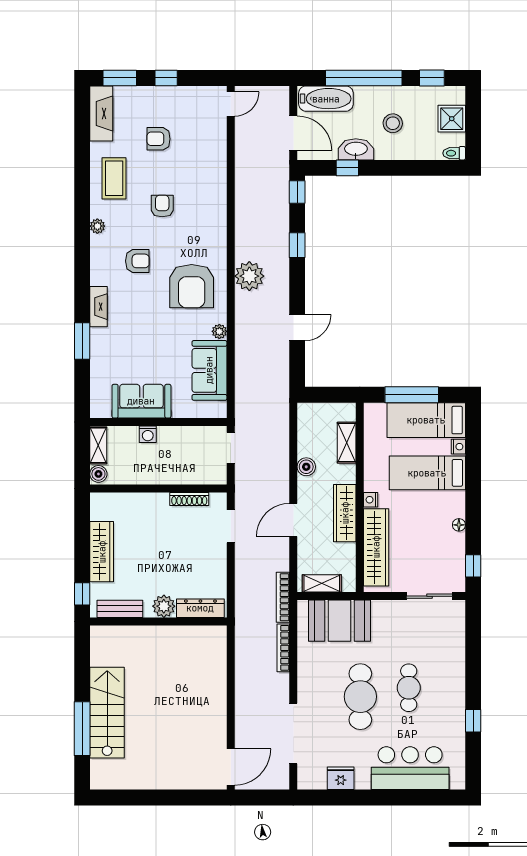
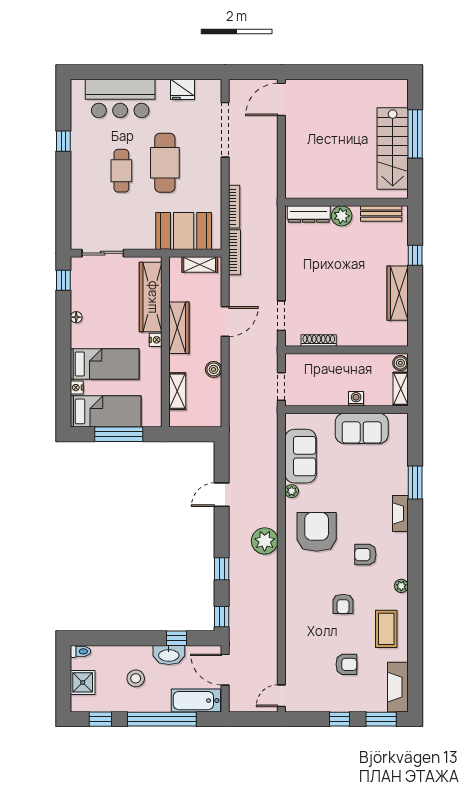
plant: (164, 606) -> (342, 216), moved
dresser: (200, 608) -> (309, 214), moved
bench: (120, 609) -> (381, 214), moved
wall: (158, 621) -> (347, 202), moved

